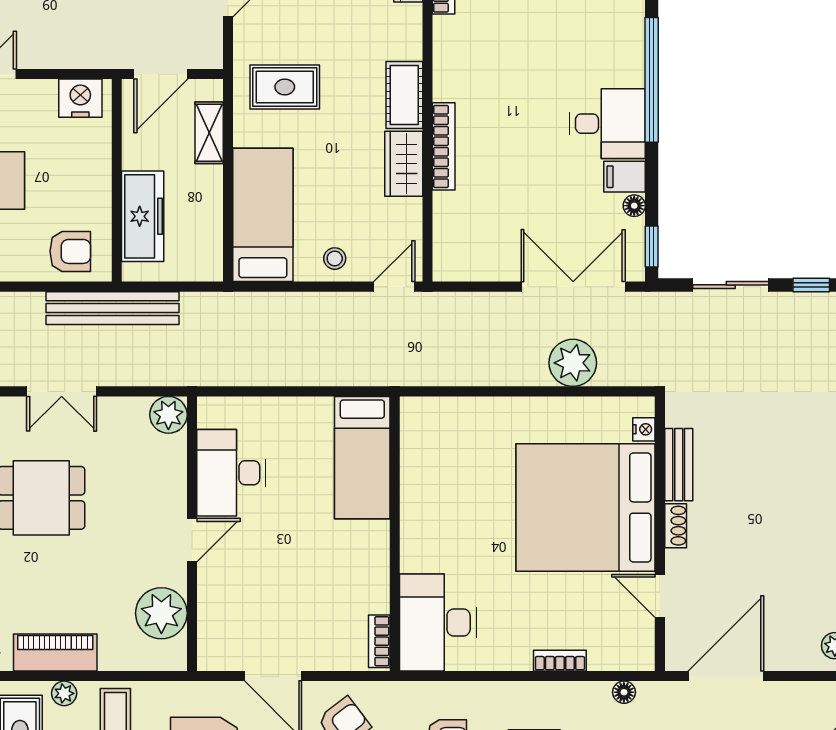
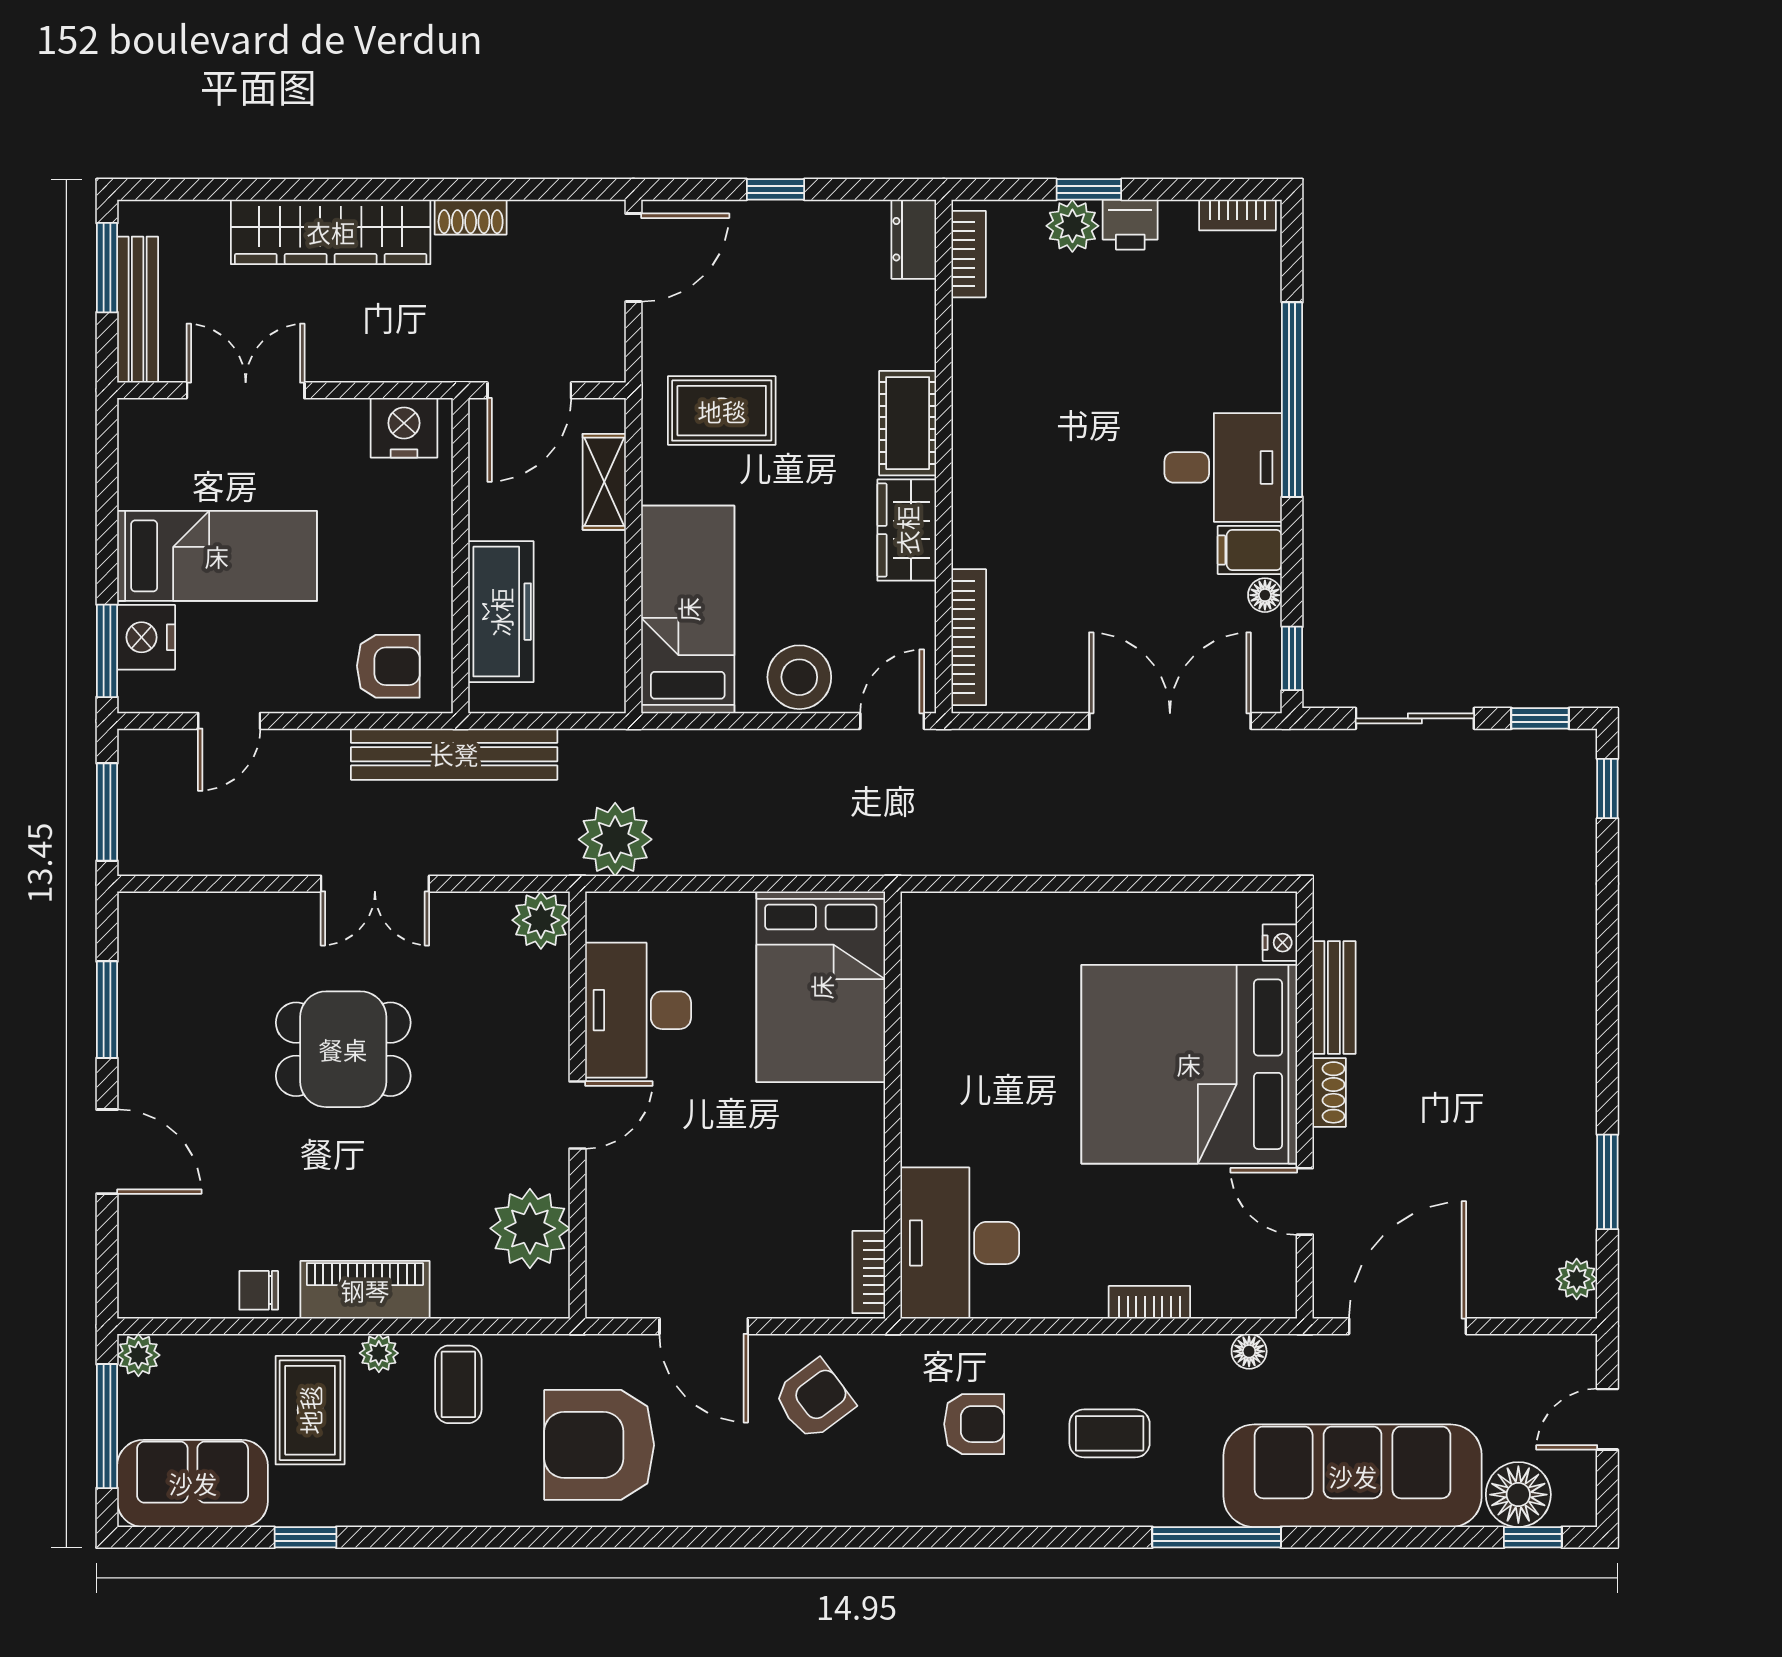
bookcase: (444, 146) -> (969, 637), moved
stool: (335, 259) -> (799, 677), width x1.89, depth x1.89
plant: (573, 363) -> (615, 839), moved
bed: (362, 458) -> (821, 987), width x1.50

